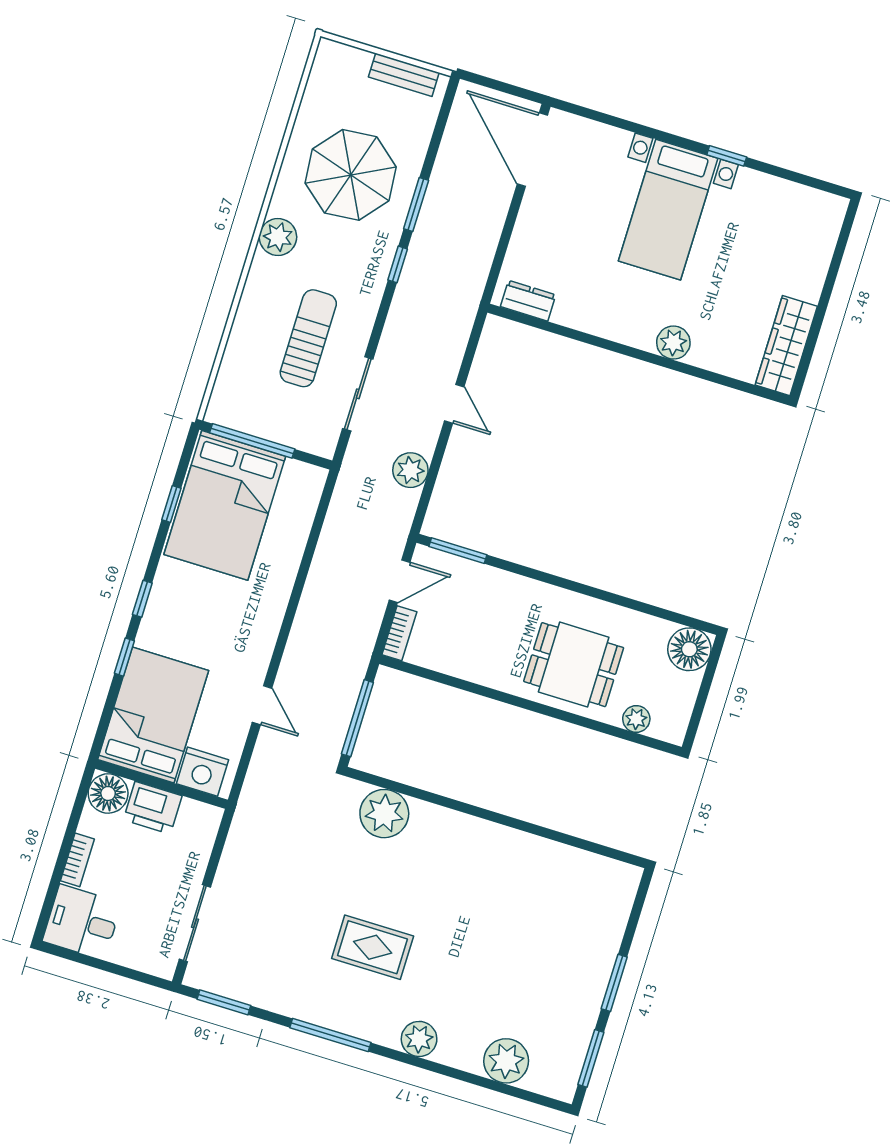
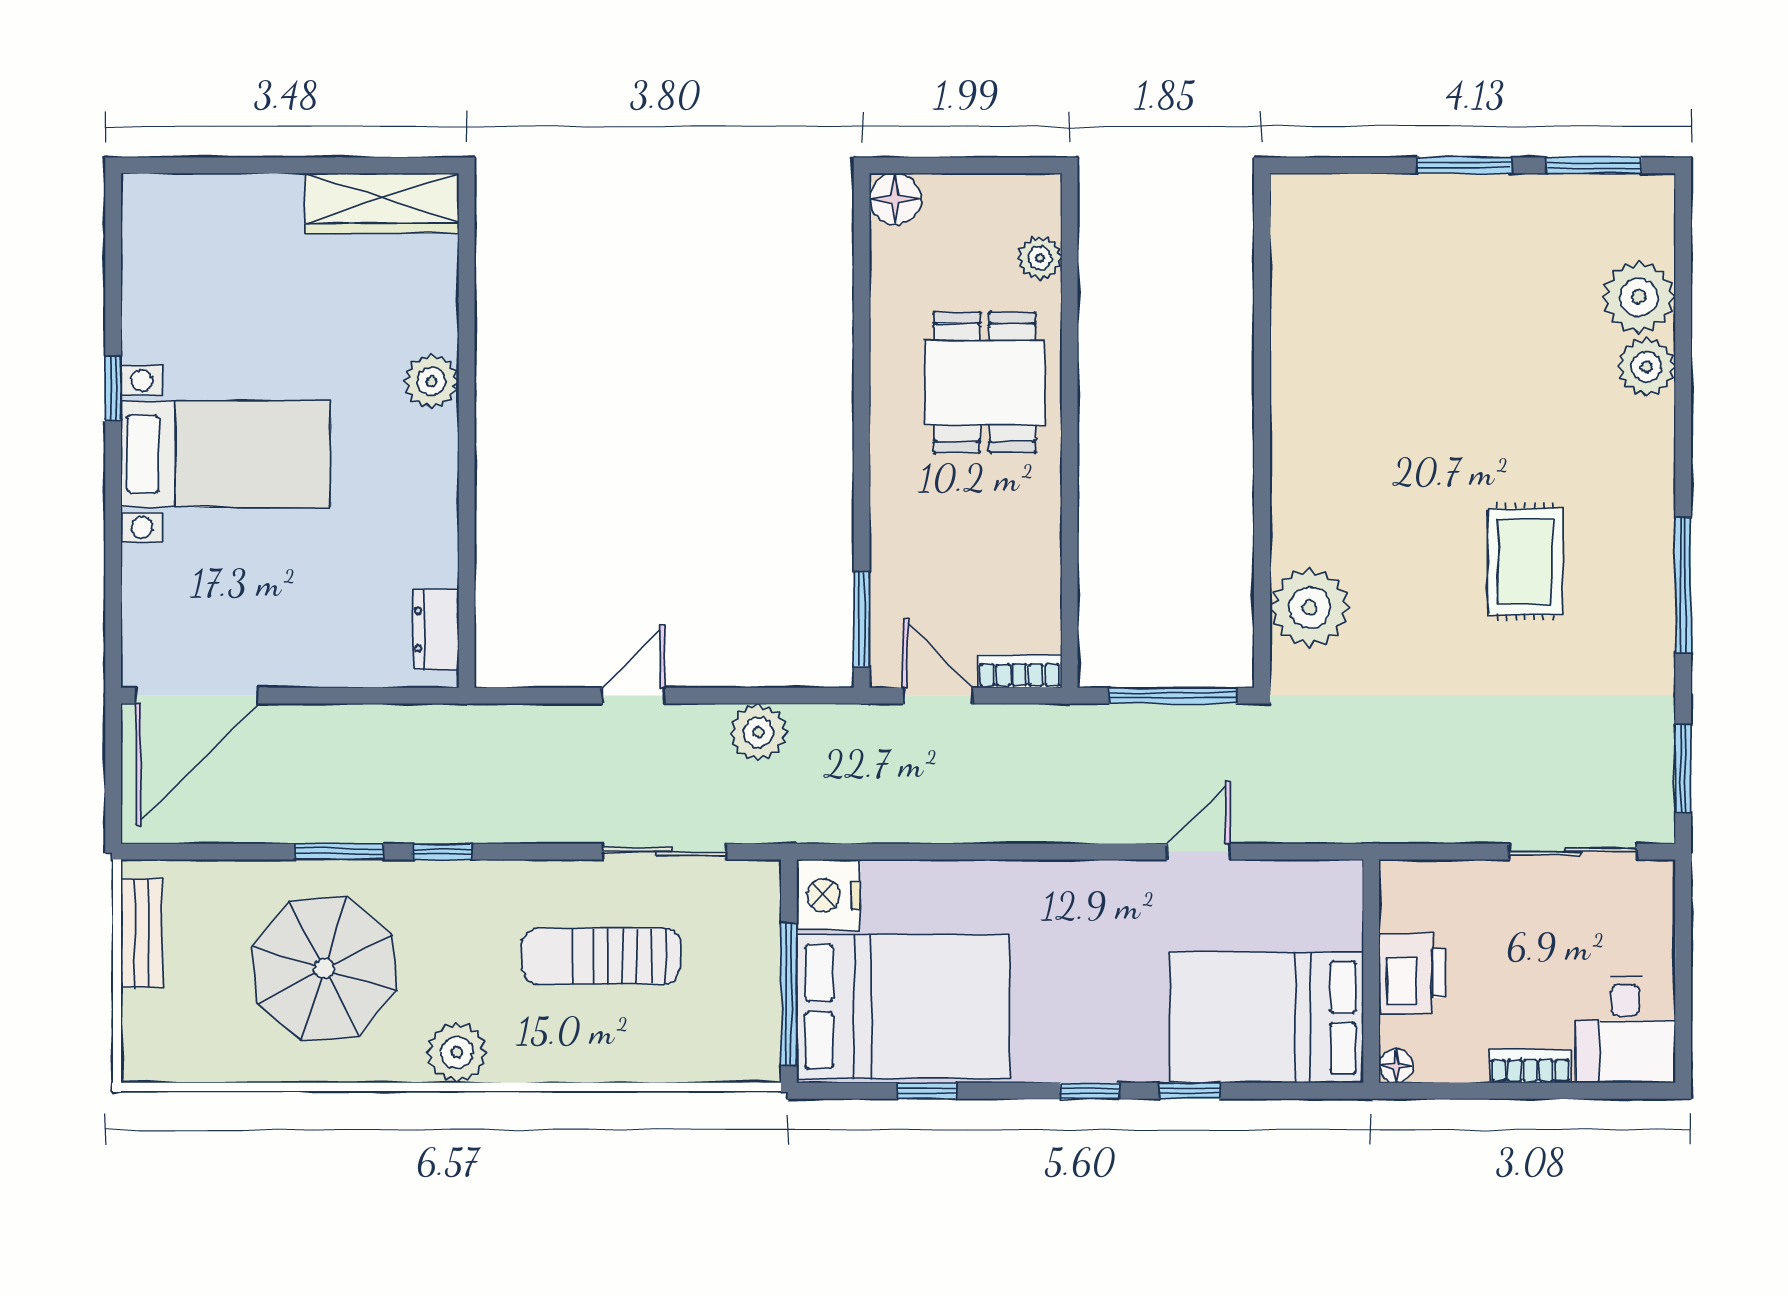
floor lamp: (689, 649) -> (895, 199), width x0.73, depth x0.73
nightstand: (203, 772) -> (828, 895), moved, turned 180
floor lamp: (108, 793) -> (1396, 1066), width x0.53, depth x0.53
plant: (419, 1039) -> (1646, 367), moved

